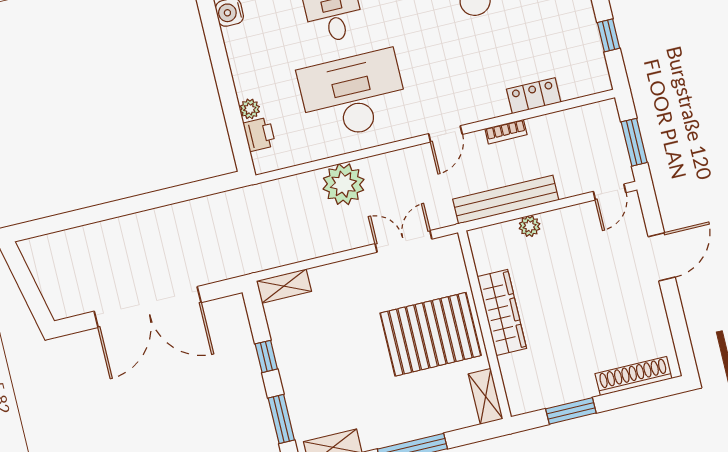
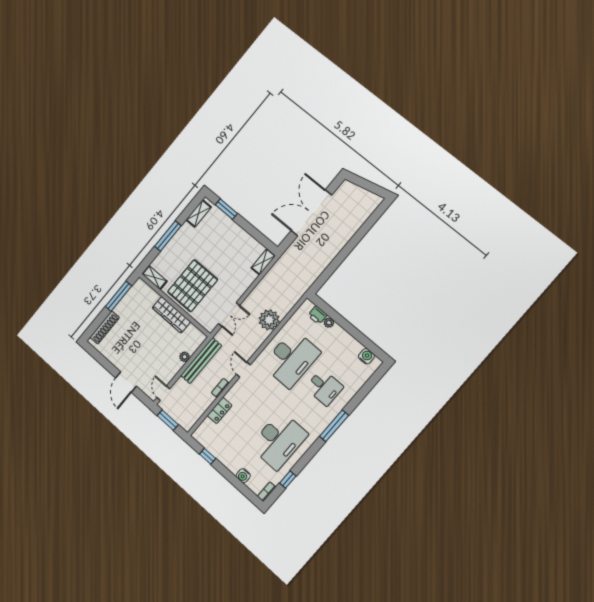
window: (266, 356) -> (250, 229), removed
window: (571, 411) -> (119, 296), width x1.44

